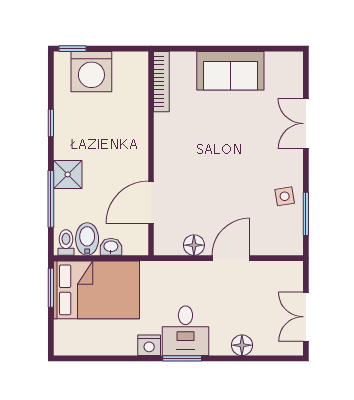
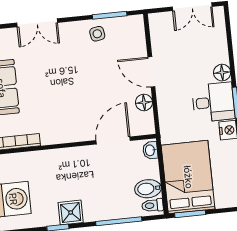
shower: (68, 174) -> (71, 212), moved
door: (151, 202) -> (113, 140), swing flipped
washbasin: (111, 247) -> (150, 150), moved
floor lamp: (242, 345) -> (222, 73), moved

